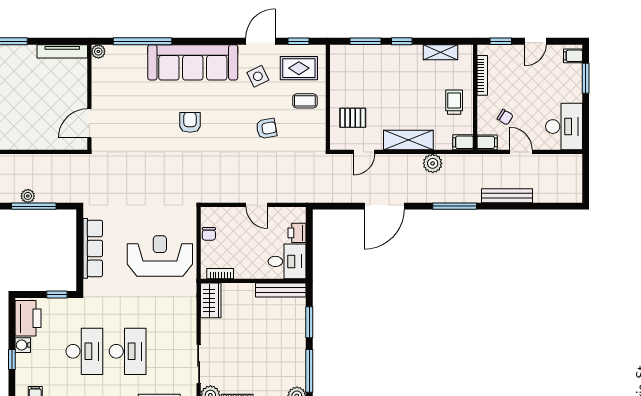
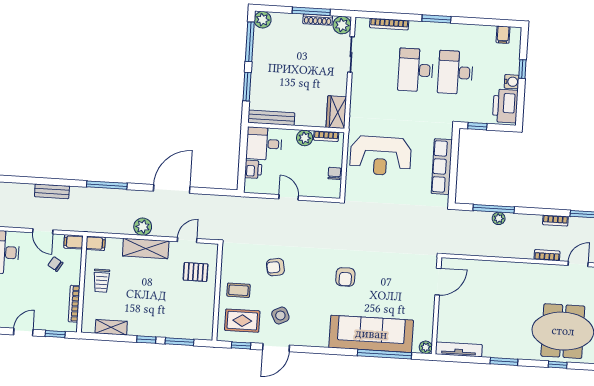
sofa: (193, 62) -> (371, 334), moved
plant: (433, 163) -> (143, 227), moved
bench: (507, 196) -> (52, 191), width x0.73
plant: (243, 270) -> (305, 138), added

